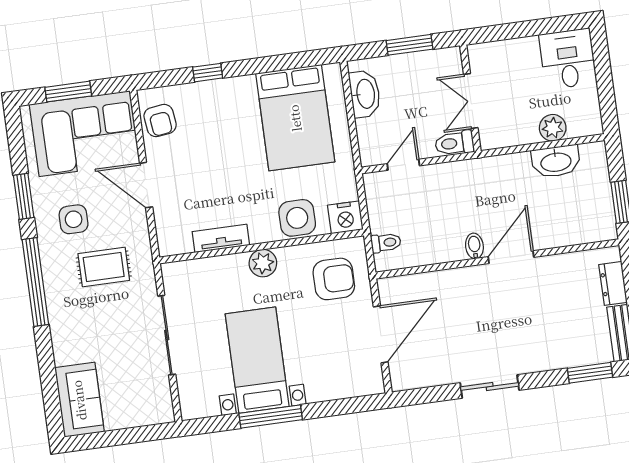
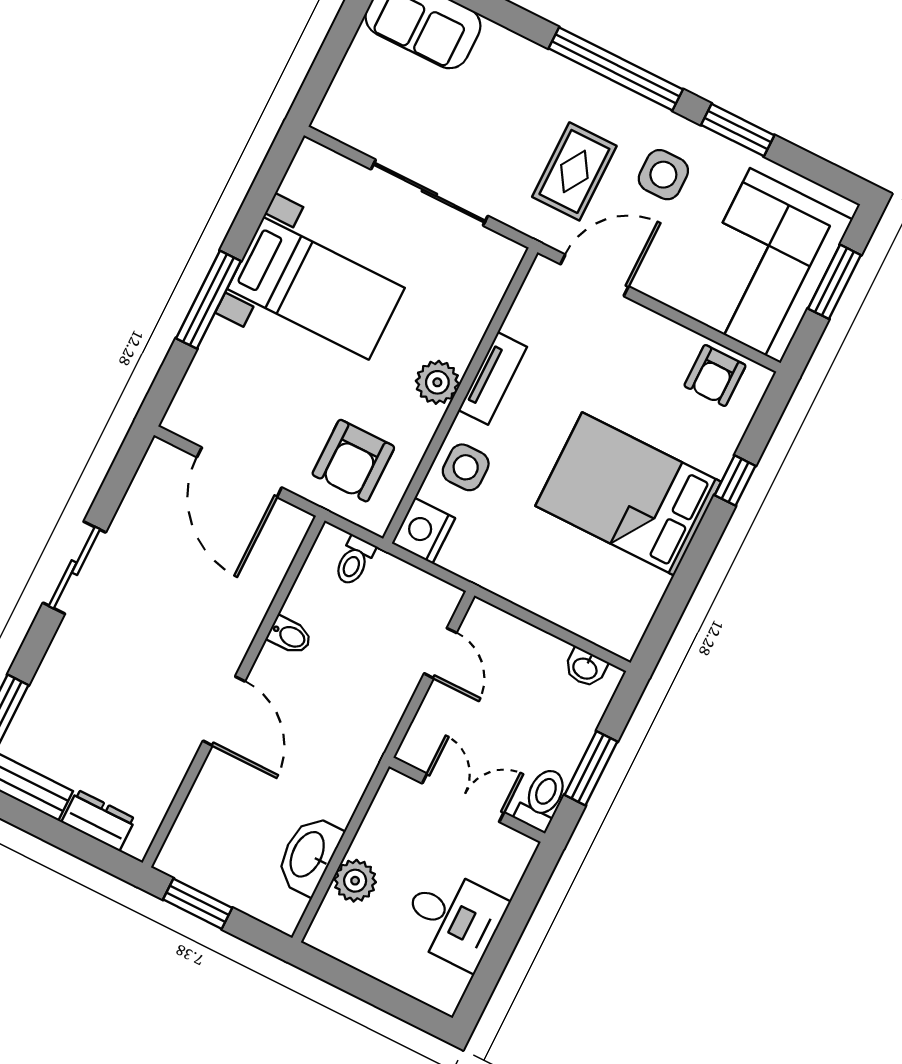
desk: (568, 59) -> (453, 918), moved
washbasin: (365, 94) -> (585, 668), width x0.52, depth x0.69
bed: (295, 118) -> (628, 494), moved
armchair: (160, 121) -> (715, 376), turned -83
toilet: (454, 143) -> (542, 799), moved
door: (146, 185) -> (595, 275), moved
side table: (297, 218) -> (466, 467), width x0.73, depth x0.73
tv unit: (221, 238) -> (493, 378), moved
bidet: (474, 246) -> (290, 636), moved
window: (271, 416) -> (208, 300), moved

